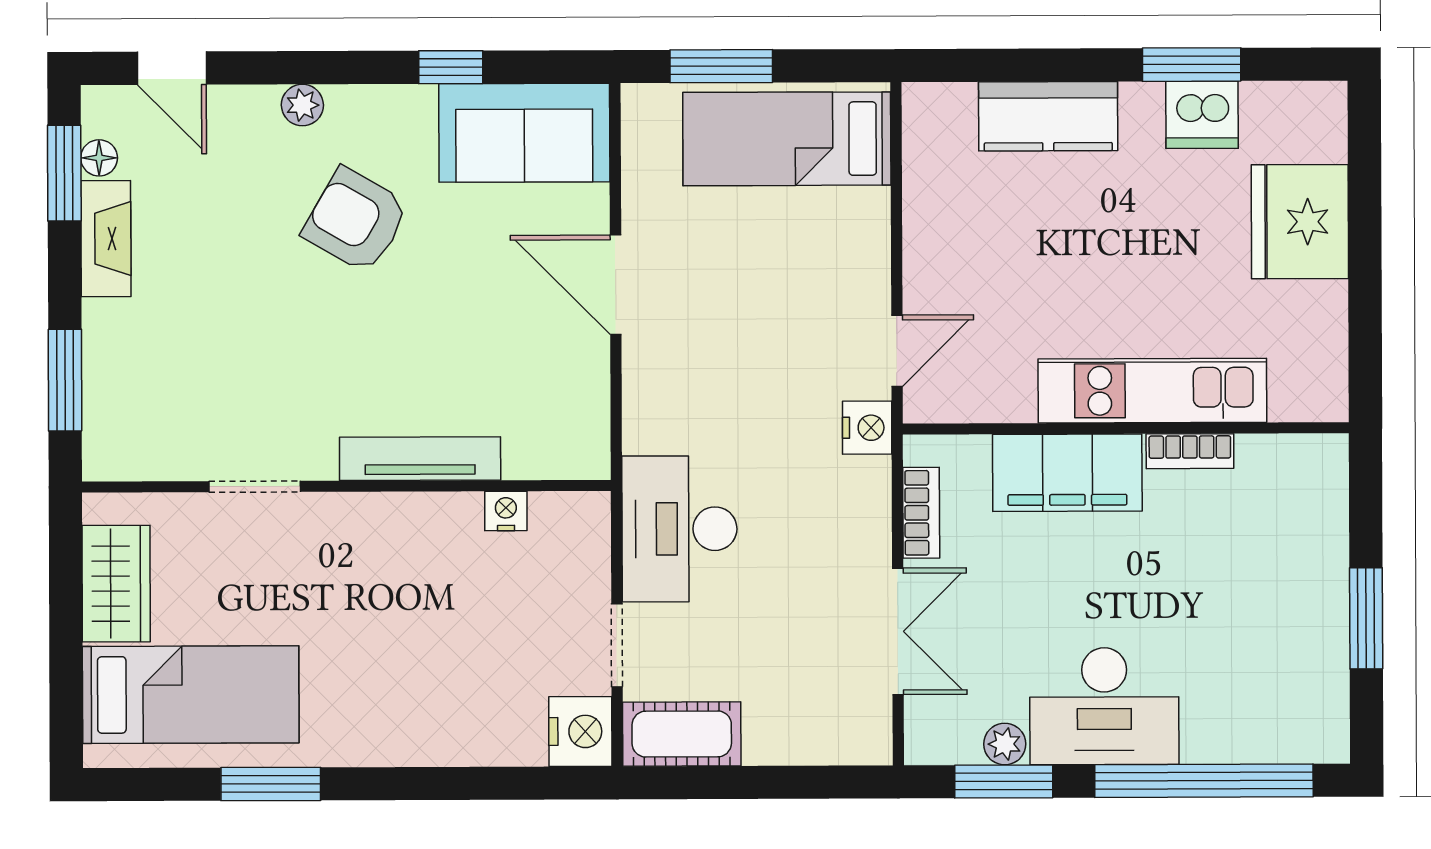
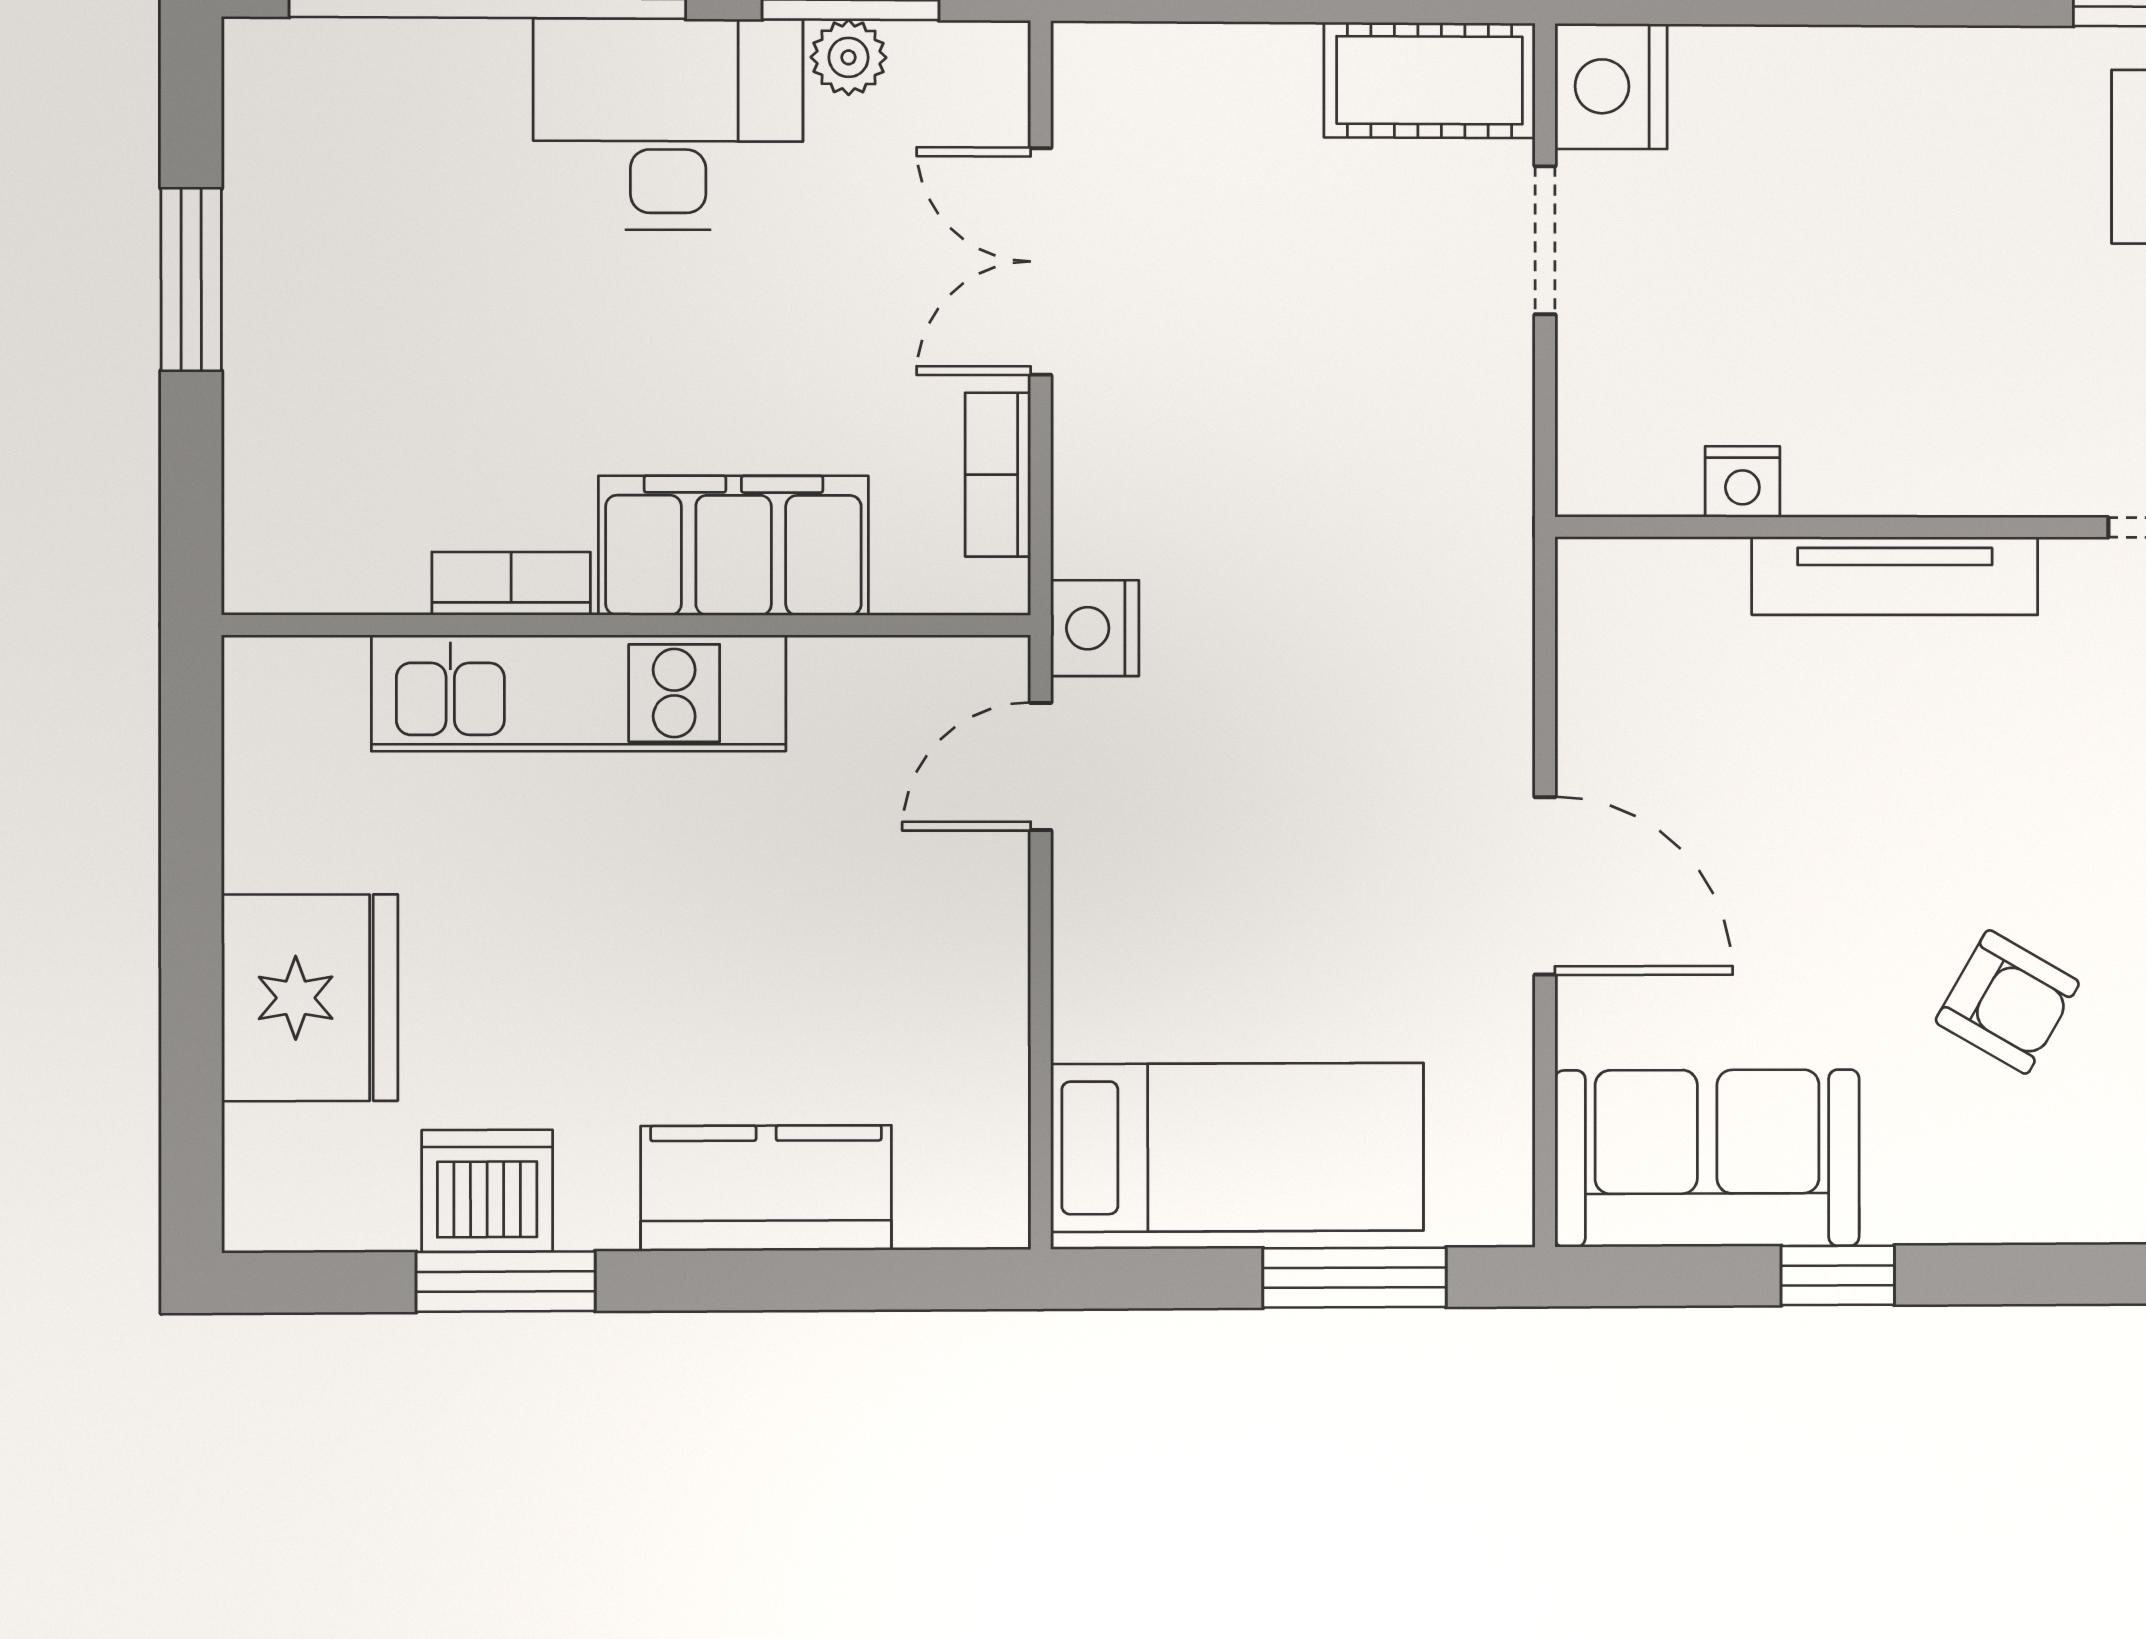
plant: (302, 105) -> (2101, 1207), removed
armchair: (356, 220) -> (2007, 1002), width x0.72, depth x0.72
desk: (679, 529) -> (1432, 448), removed

